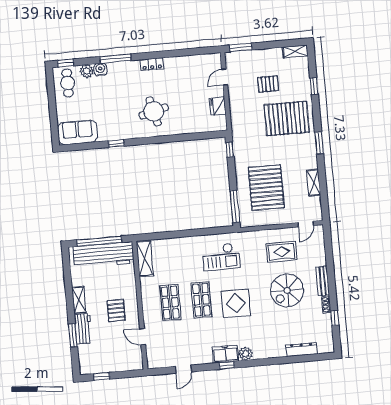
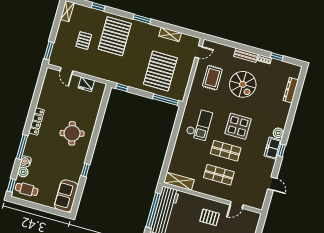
locker: (152, 64) -> (36, 121), width x1.53
pallet: (266, 188) -> (160, 71), turned 90
door: (306, 224) -> (199, 52), hinge flipped

